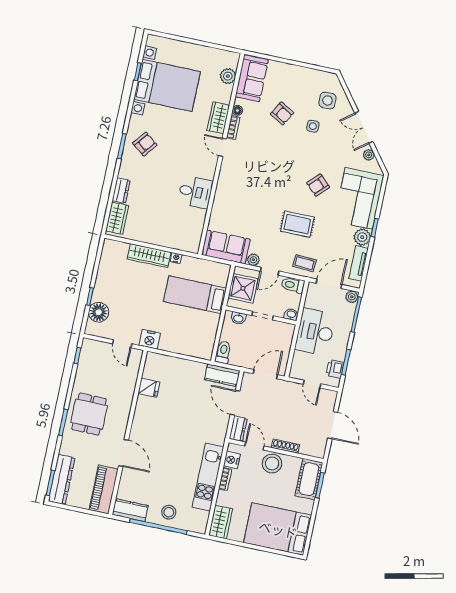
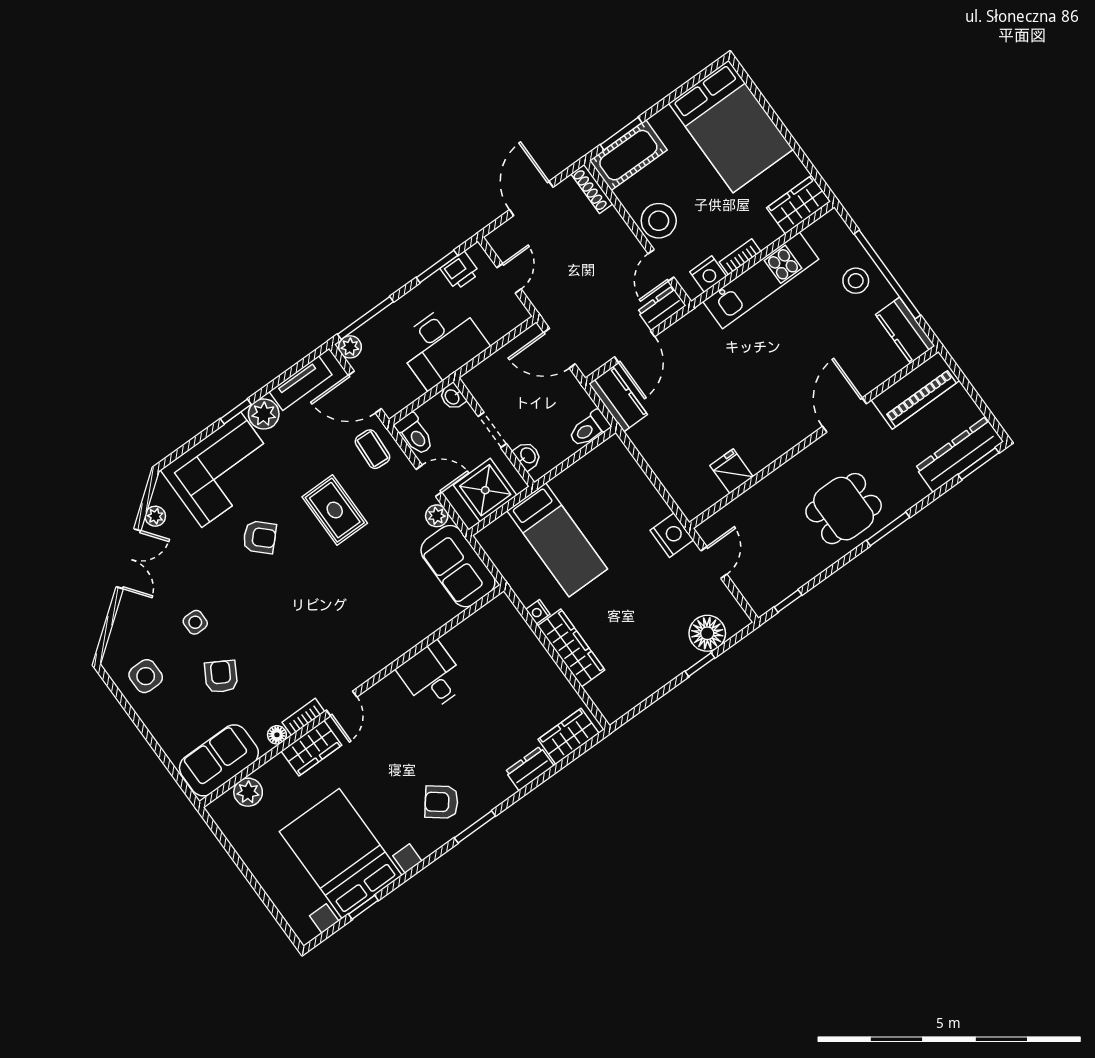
side table: (327, 100) -> (146, 676), moved
shoe rack: (286, 446) -> (592, 189), moved

